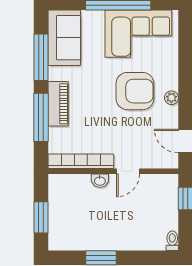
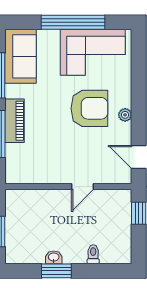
bookcase: (81, 161) -> (37, 177), removed
washbasin: (100, 181) -> (54, 257), moved, turned 180
toilet: (172, 241) -> (93, 254), moved

